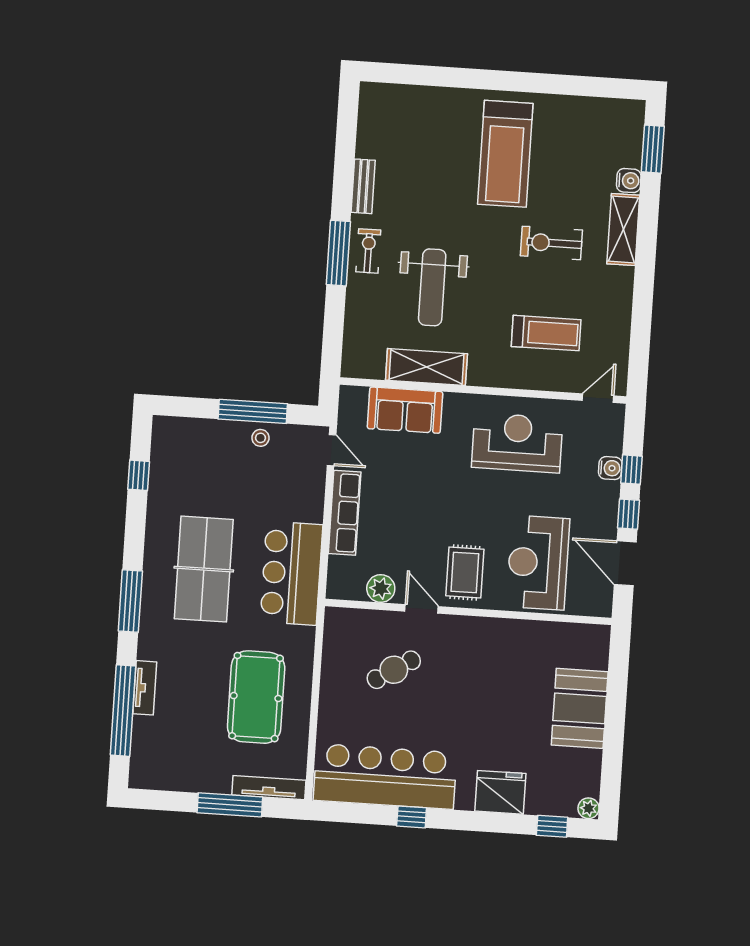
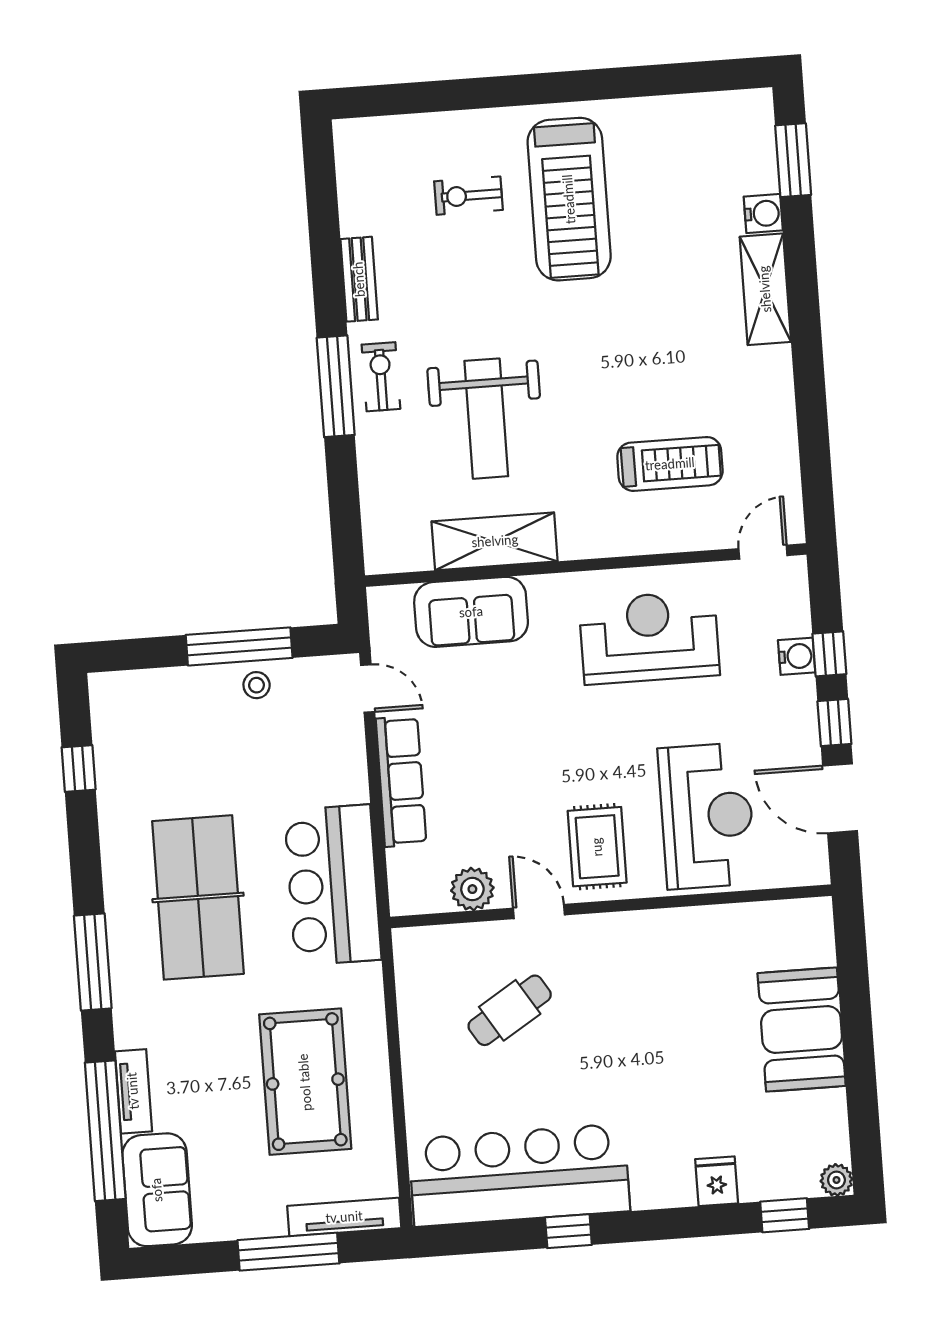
exercise bike: (551, 243) -> (468, 196), moved, width x0.73, depth x0.72
reception desk: (538, 563) -> (707, 816), turned 180
sofa: (151, 753) -> (157, 1190), added
fridge: (500, 792) -> (717, 1181), width x0.53, depth x0.75

